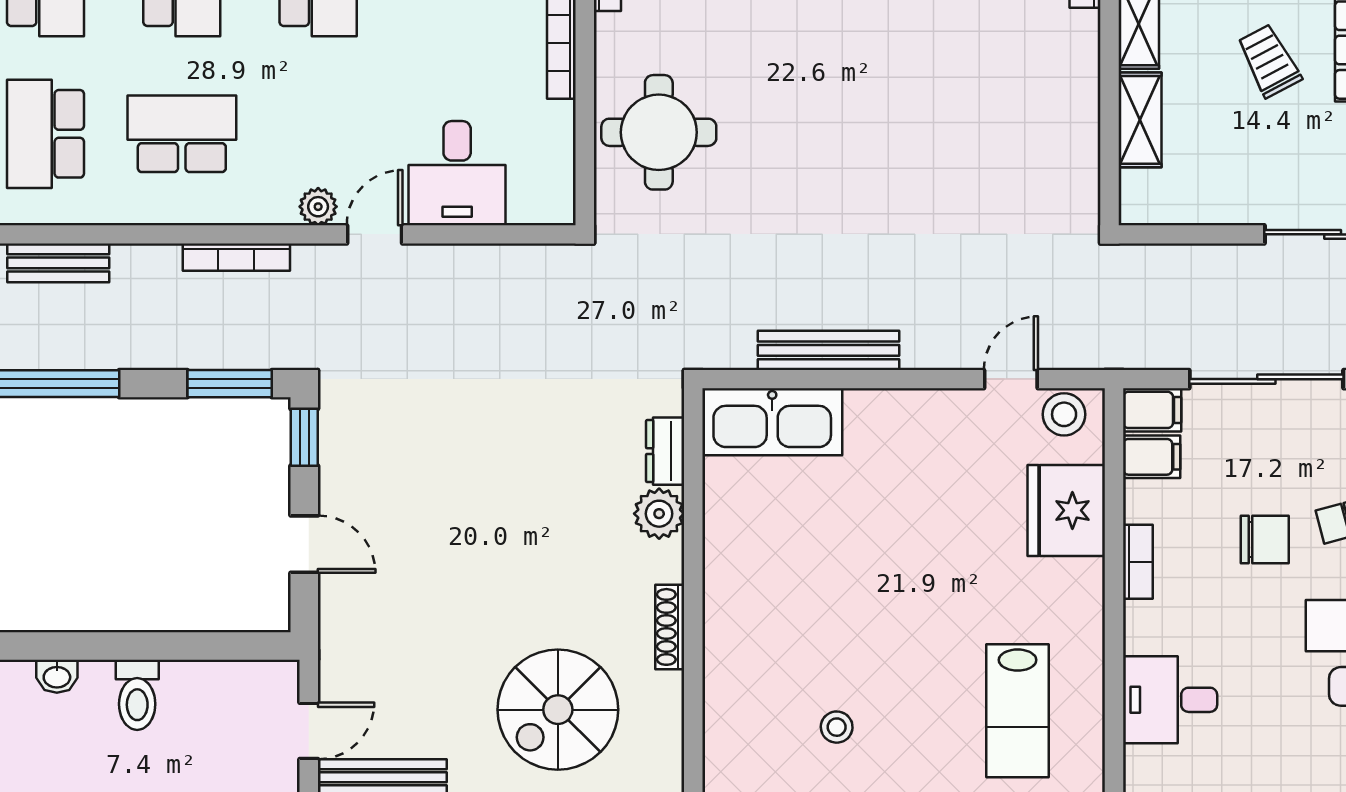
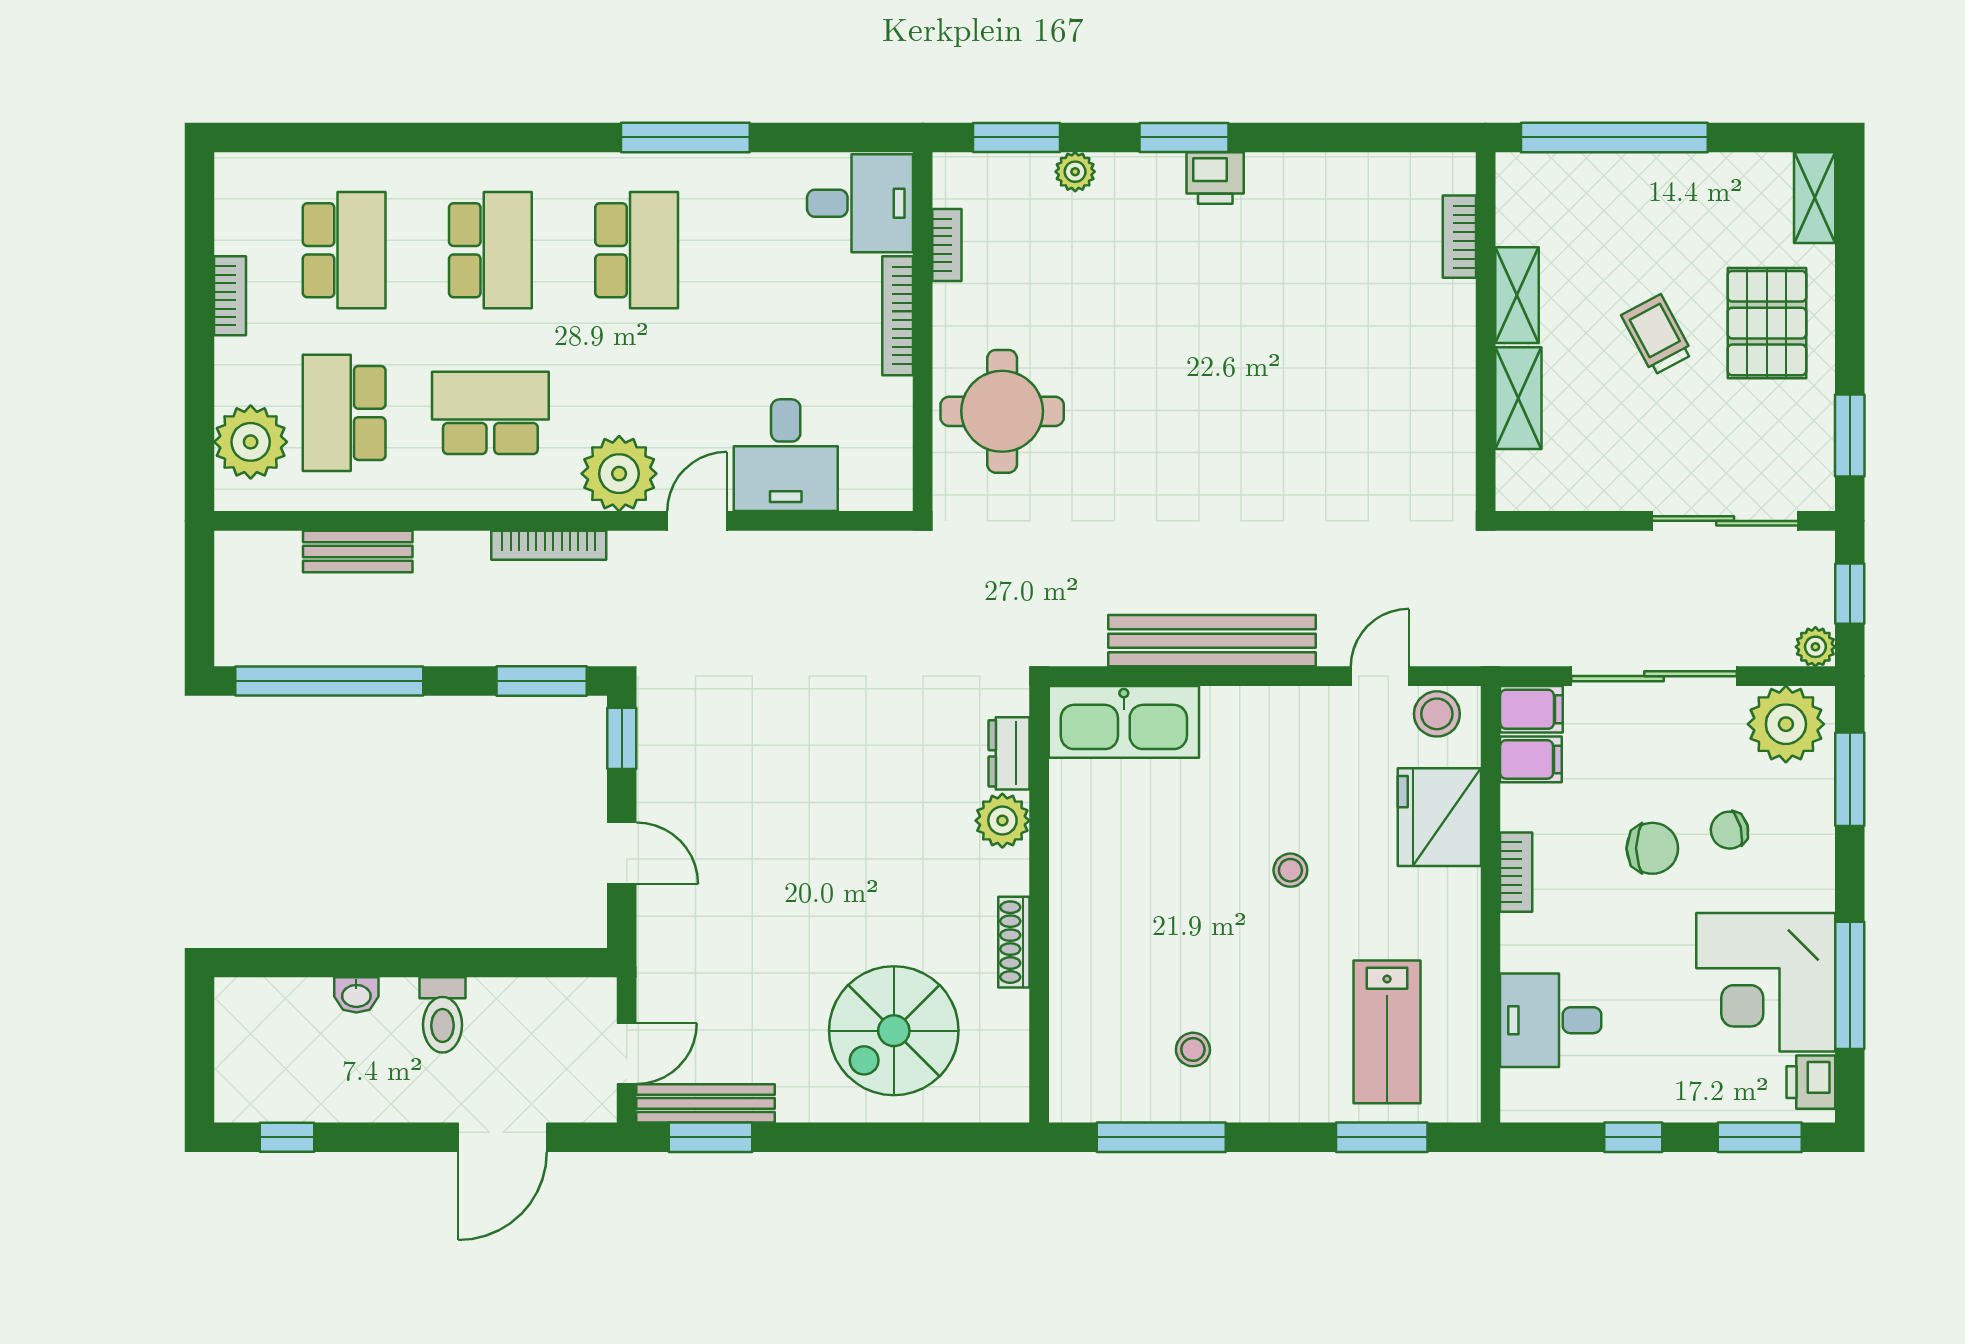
plant: (318, 207) -> (619, 474), width x1.88, depth x1.88
bench: (829, 350) -> (1212, 641), width x1.37, depth x1.21
stool: (927, 560) -> (1290, 870), added

